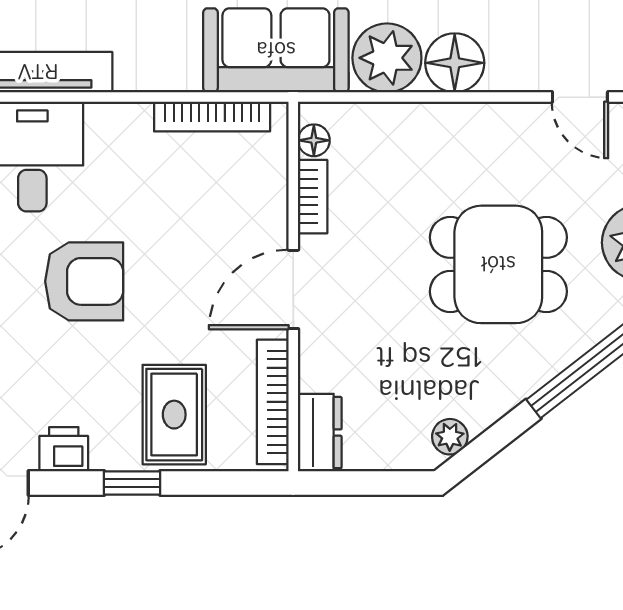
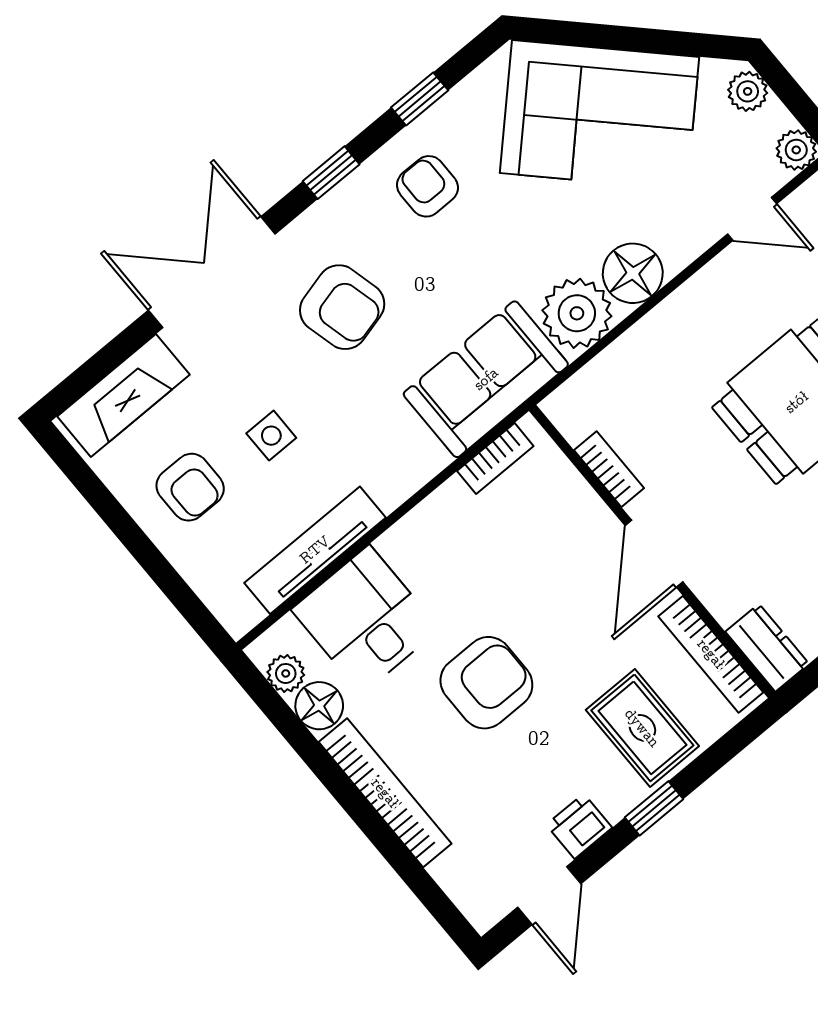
bookcase: (212, 117) -> (495, 458), width x0.64
floor lamp: (314, 140) -> (574, 425), removed

